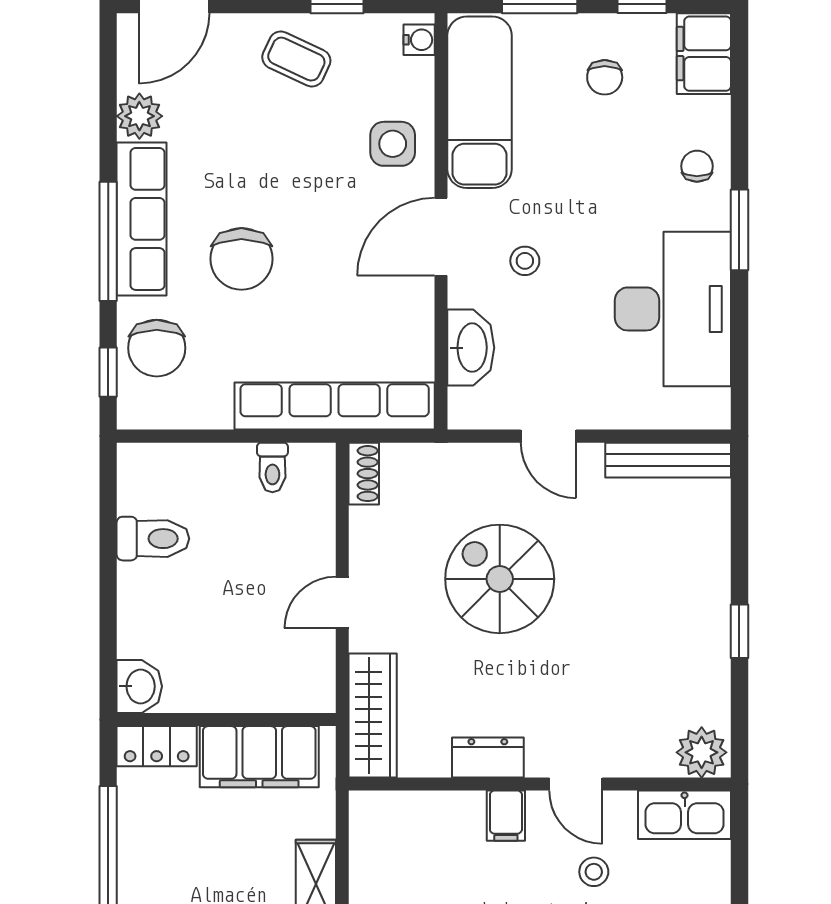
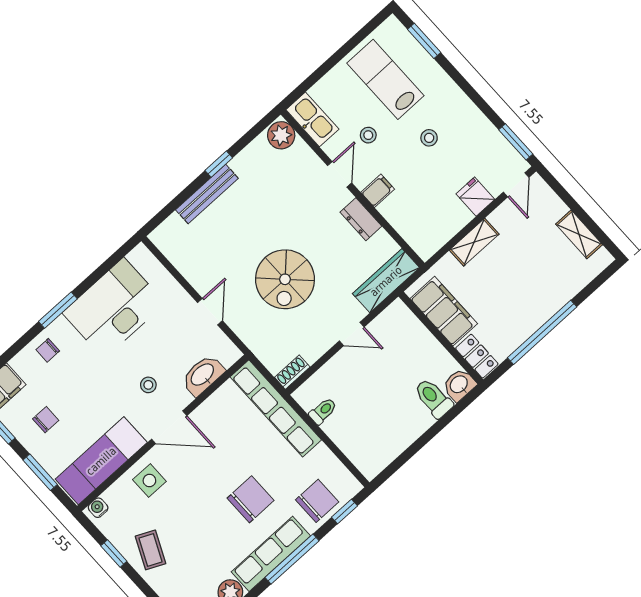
bench: (668, 460) -> (207, 194), moved, turned 90
toilet: (153, 539) -> (433, 398), moved

